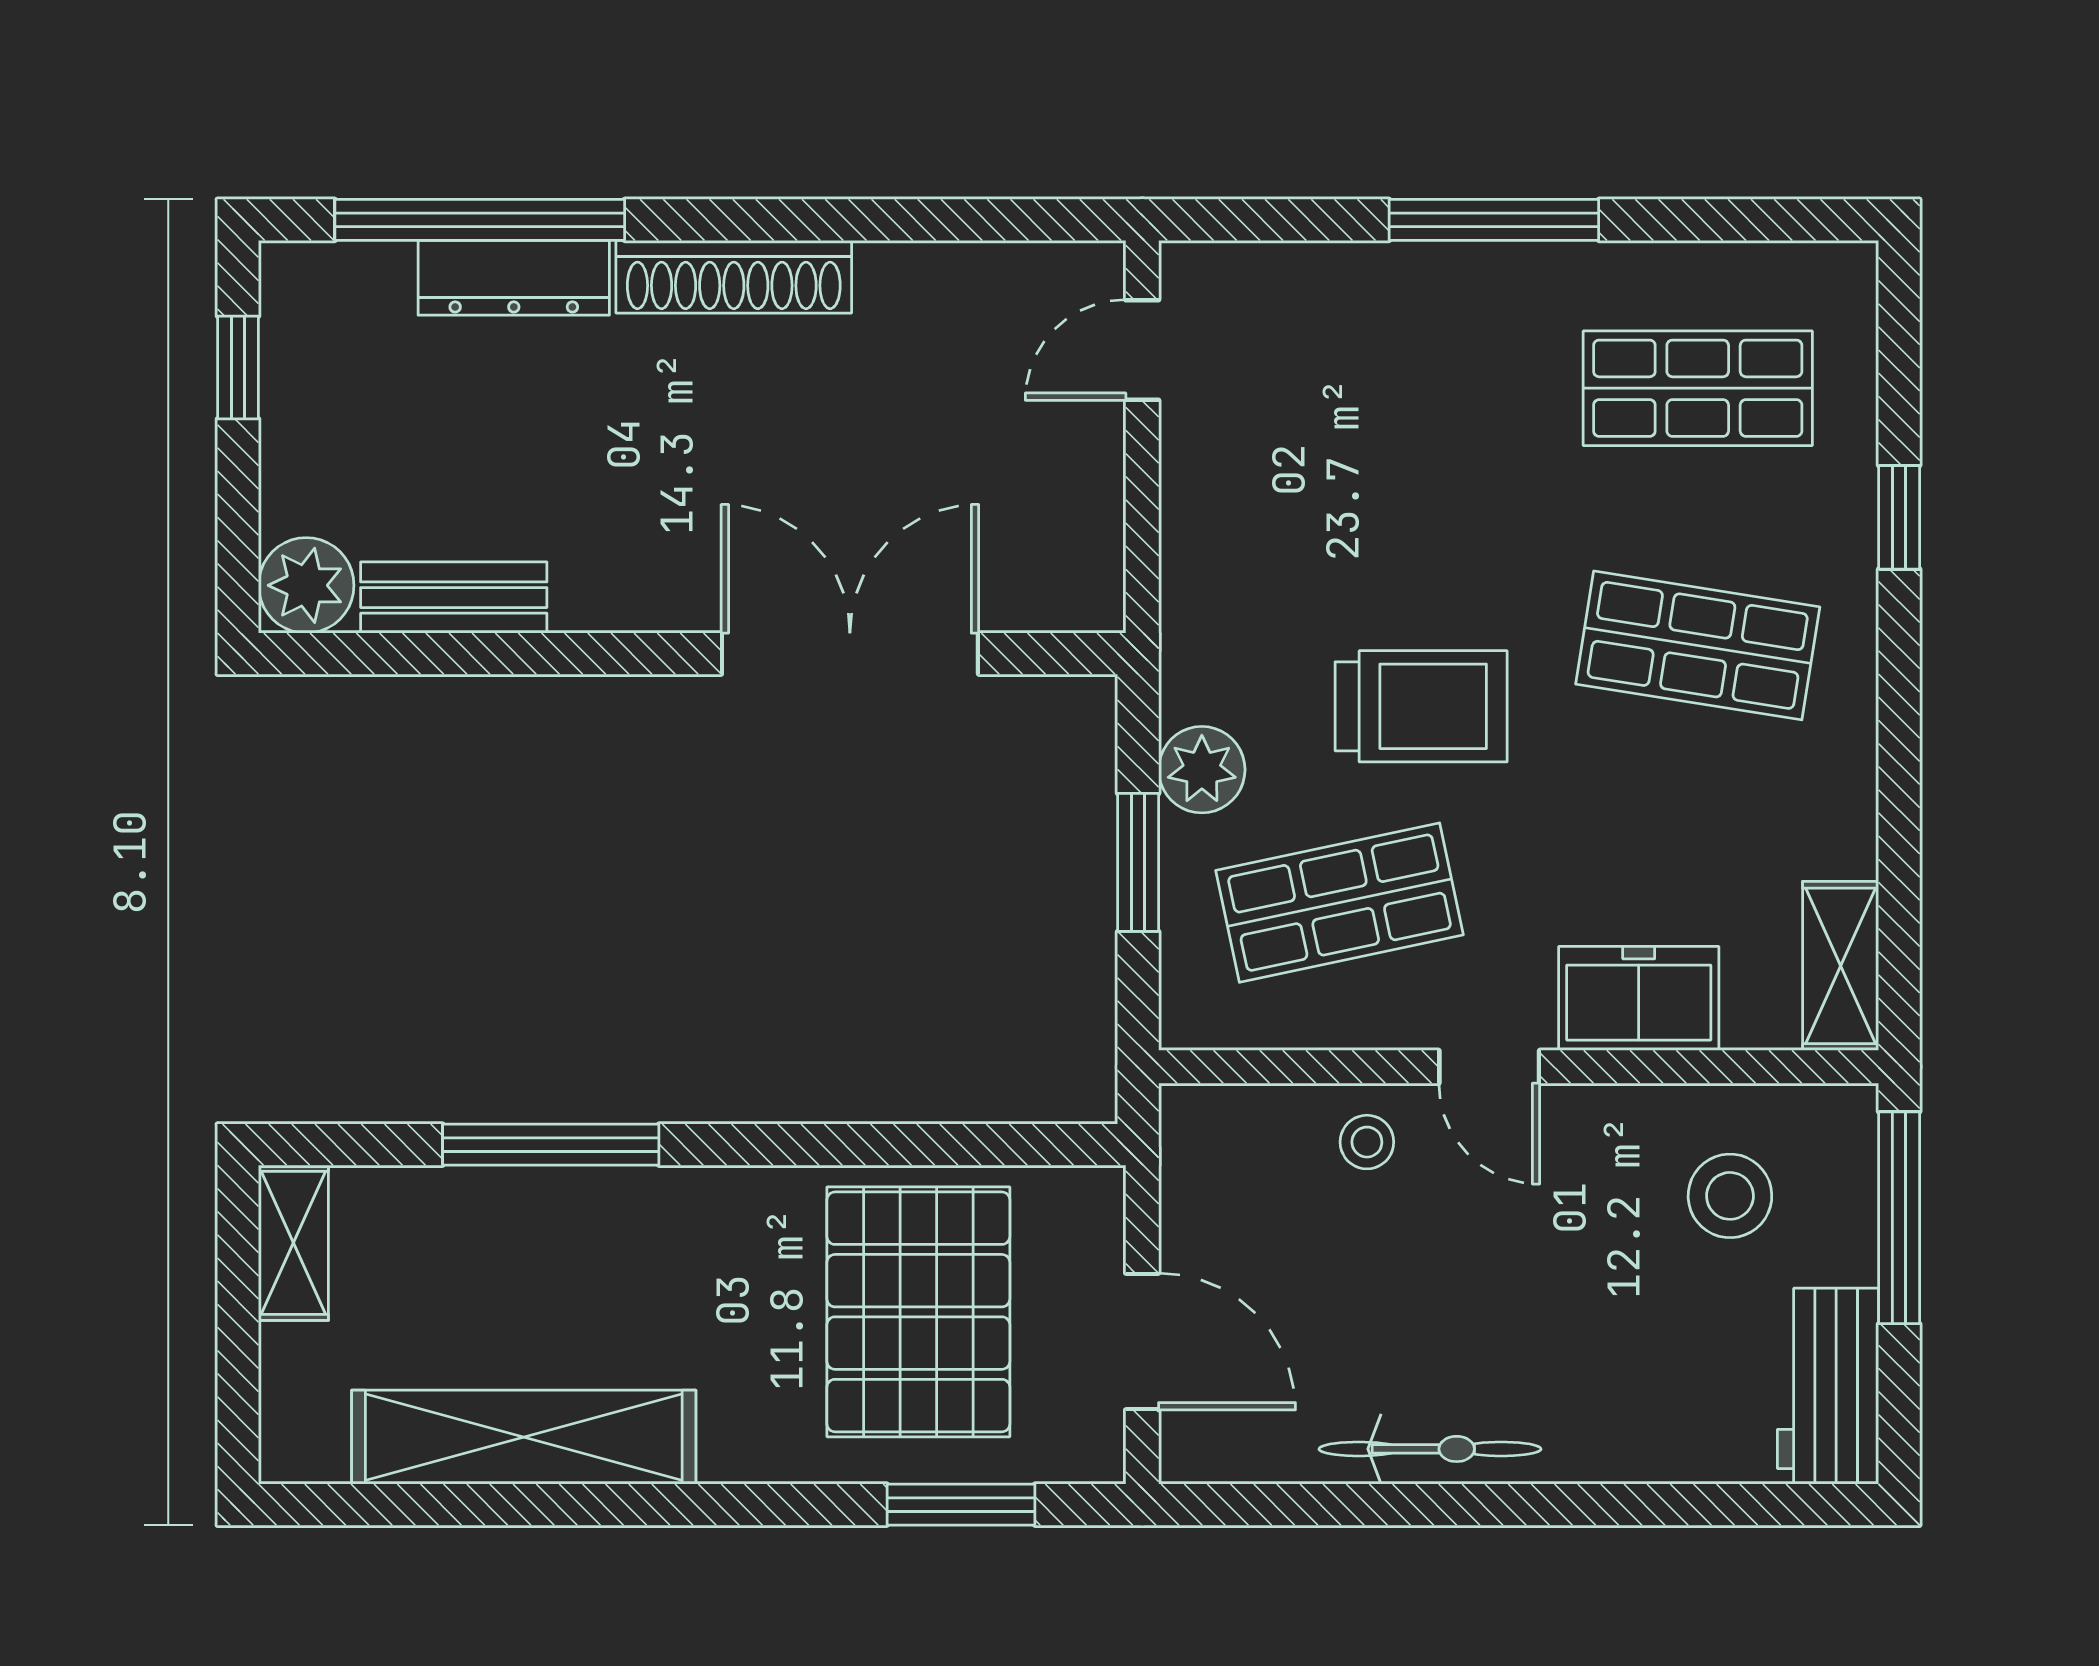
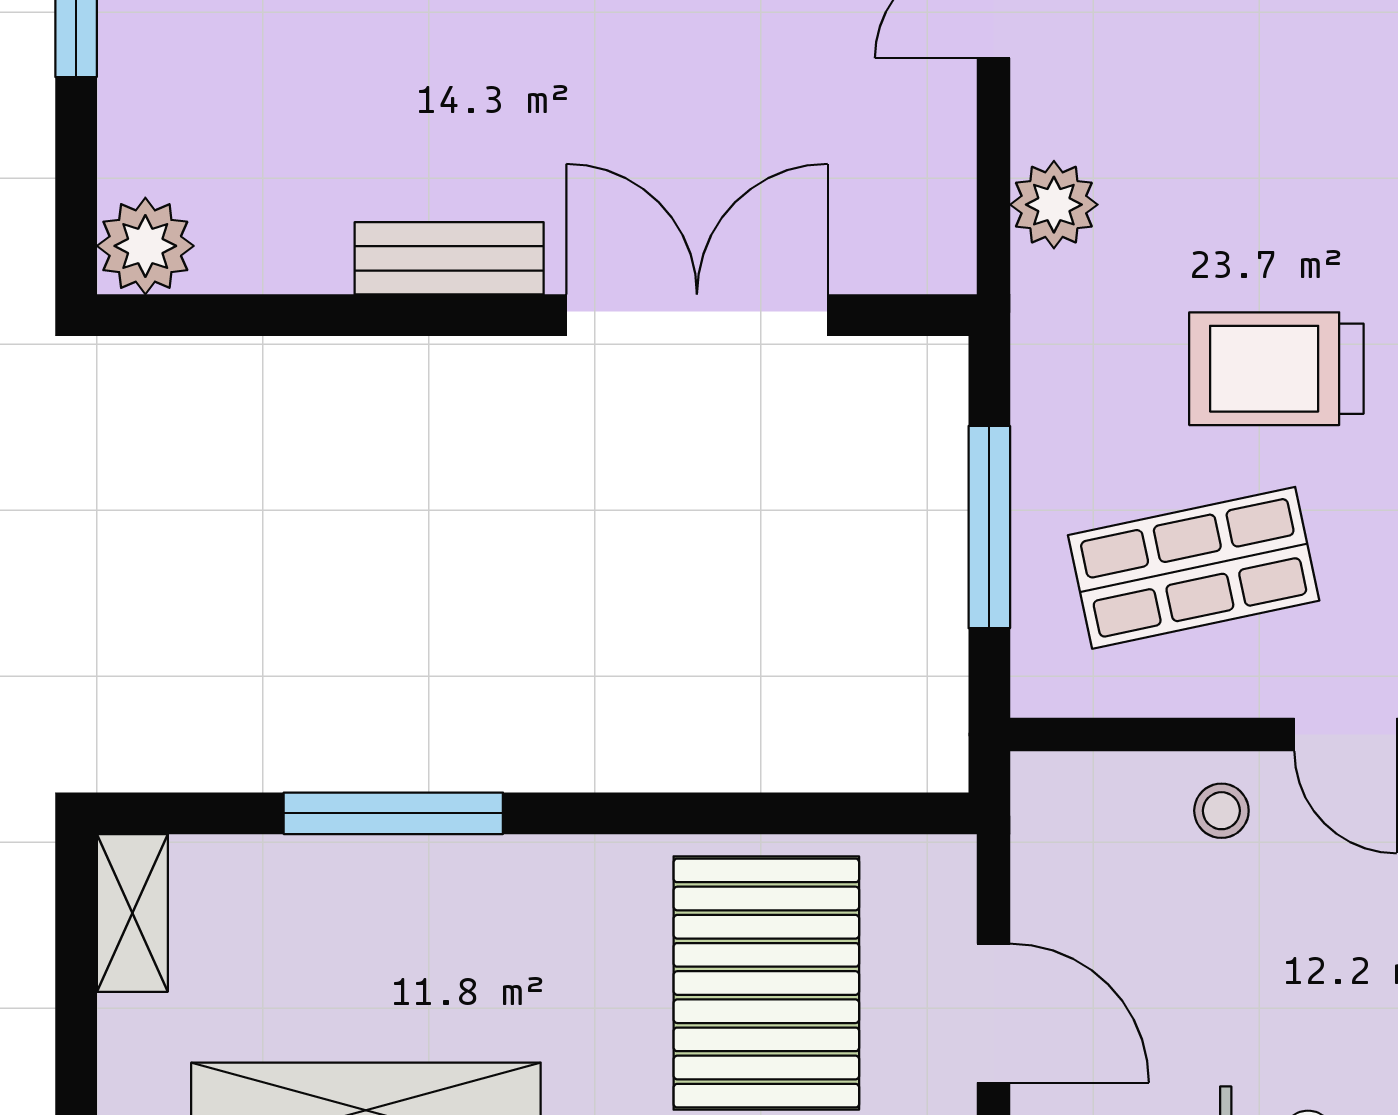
bench: (454, 598) -> (449, 258), moved
trolley: (1421, 706) -> (1276, 369), turned 180
plant: (1202, 770) -> (1054, 205), moved
window: (1138, 862) -> (989, 527), width x1.44

